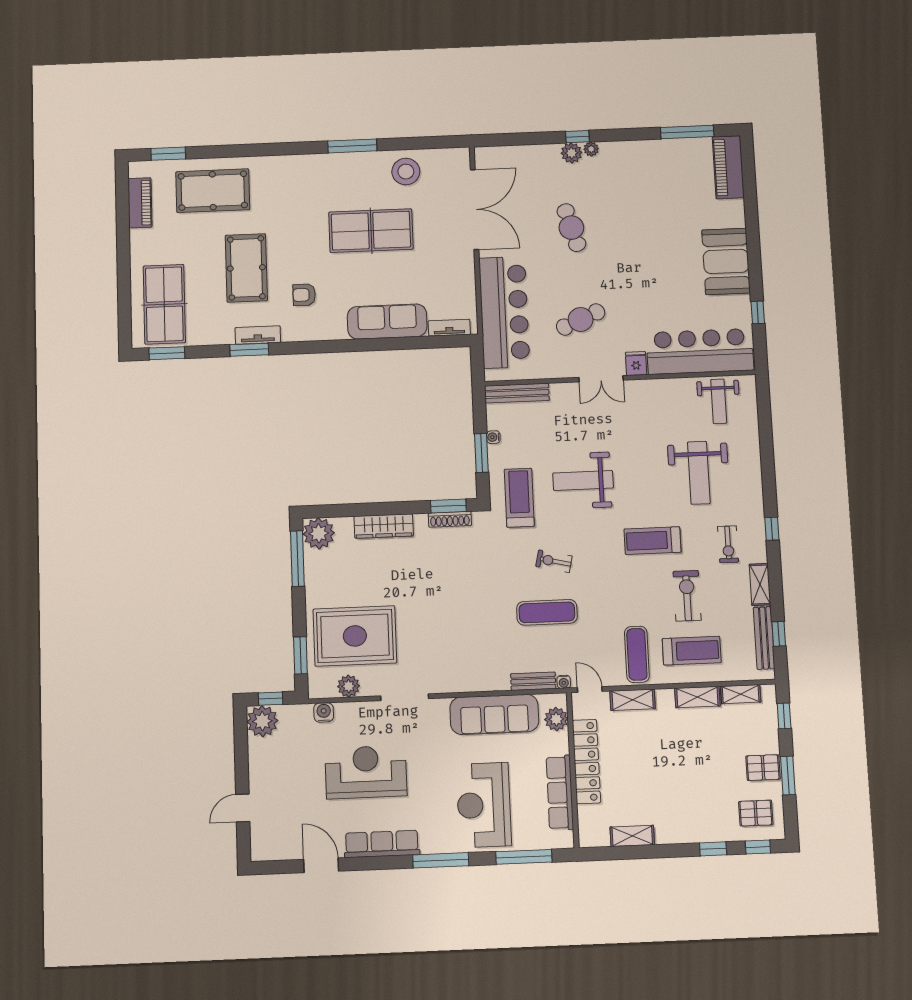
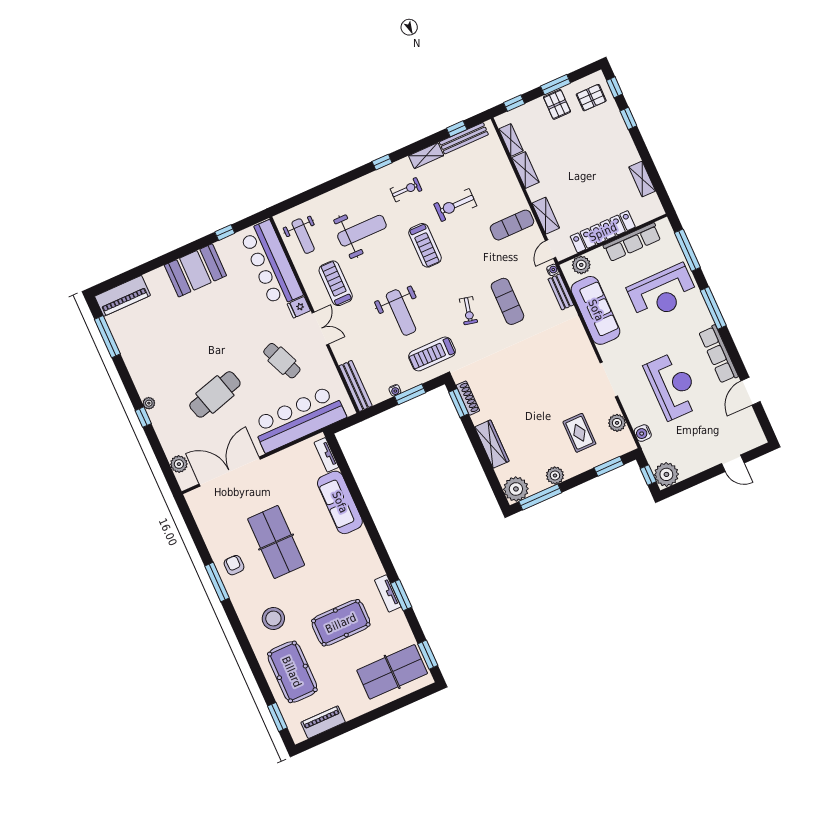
plant: (571, 153) -> (179, 464), moved
stool: (406, 172) -> (273, 618), moved
cafe table: (571, 228) -> (215, 394), width x1.37, depth x1.35
armchair: (304, 295) -> (234, 565), moved, turned 180
weight bench: (719, 401) -> (303, 236), turned 90
plant: (316, 586) -> (555, 475), added
rug: (355, 636) -> (579, 433), width x0.54, depth x0.49
treadmill: (692, 651) -> (336, 283), moved
reception desk: (366, 772) -> (673, 386), turned 180
pallet: (756, 813) -> (591, 98), turned 90

